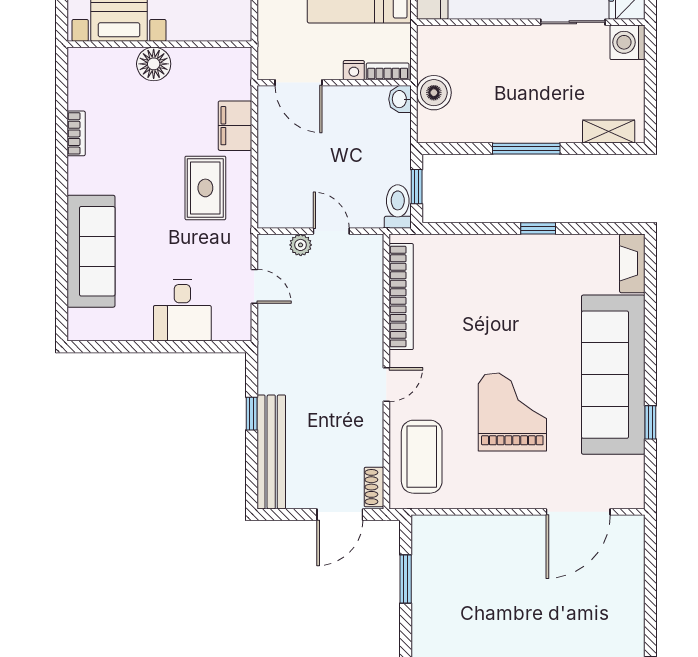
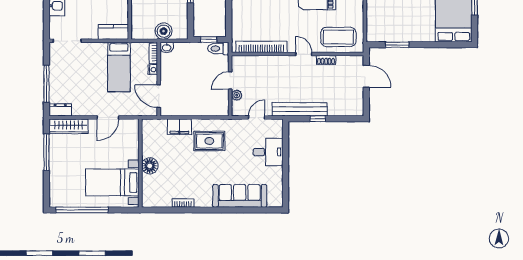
door: (299, 83) -> (159, 96), swing flipped
bench: (271, 452) -> (300, 109), moved
shoe rack: (374, 487) -> (326, 60), moved

